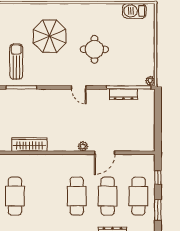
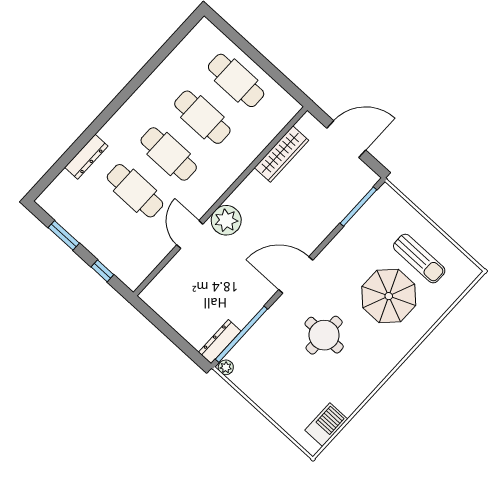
sun lounger: (16, 61) -> (419, 259), moved
door: (79, 87) -> (296, 275), width x1.88
dresser: (123, 94) -> (220, 342), moved
plant: (83, 146) -> (226, 220), width x1.88, depth x1.88
cafe table: (138, 196) -> (202, 117), moved

